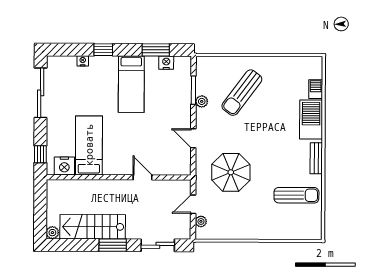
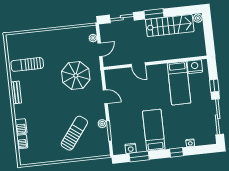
barbecue: (311, 119) -> (21, 126), width x0.53, depth x0.65
window: (40, 154) -> (214, 86), moved

